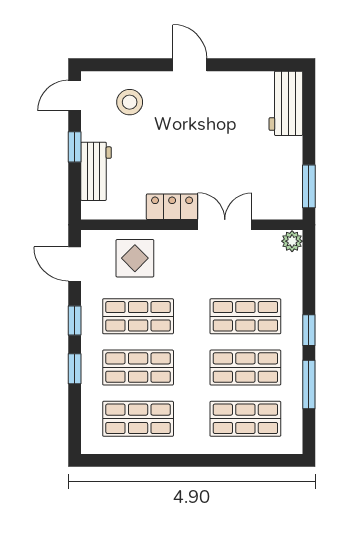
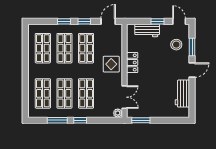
window: (135, 65) -> (192, 47), added
workbench: (286, 103) -> (182, 94), moved, turned -90
double door: (225, 225) -> (125, 97), moved
display table: (135, 258) -> (111, 64), moved

